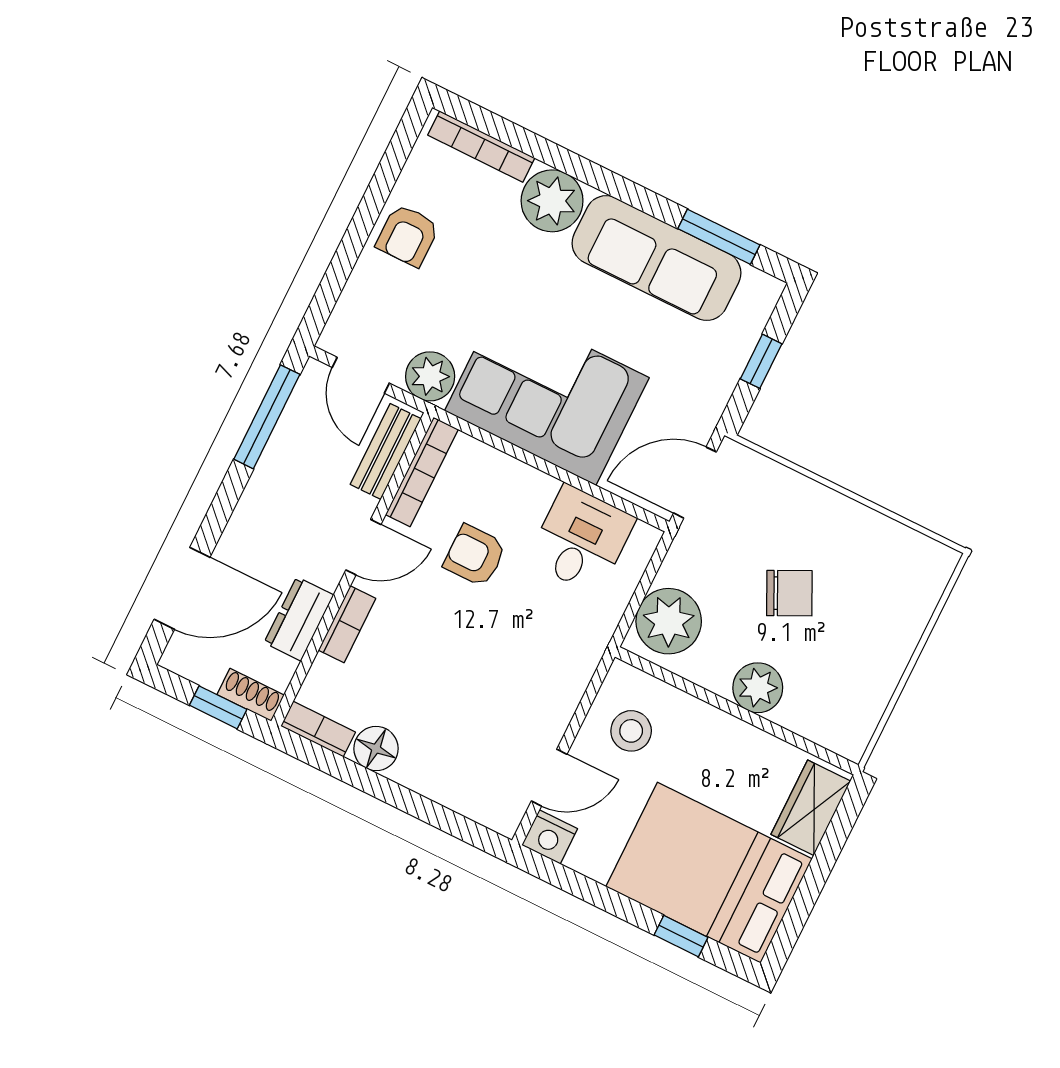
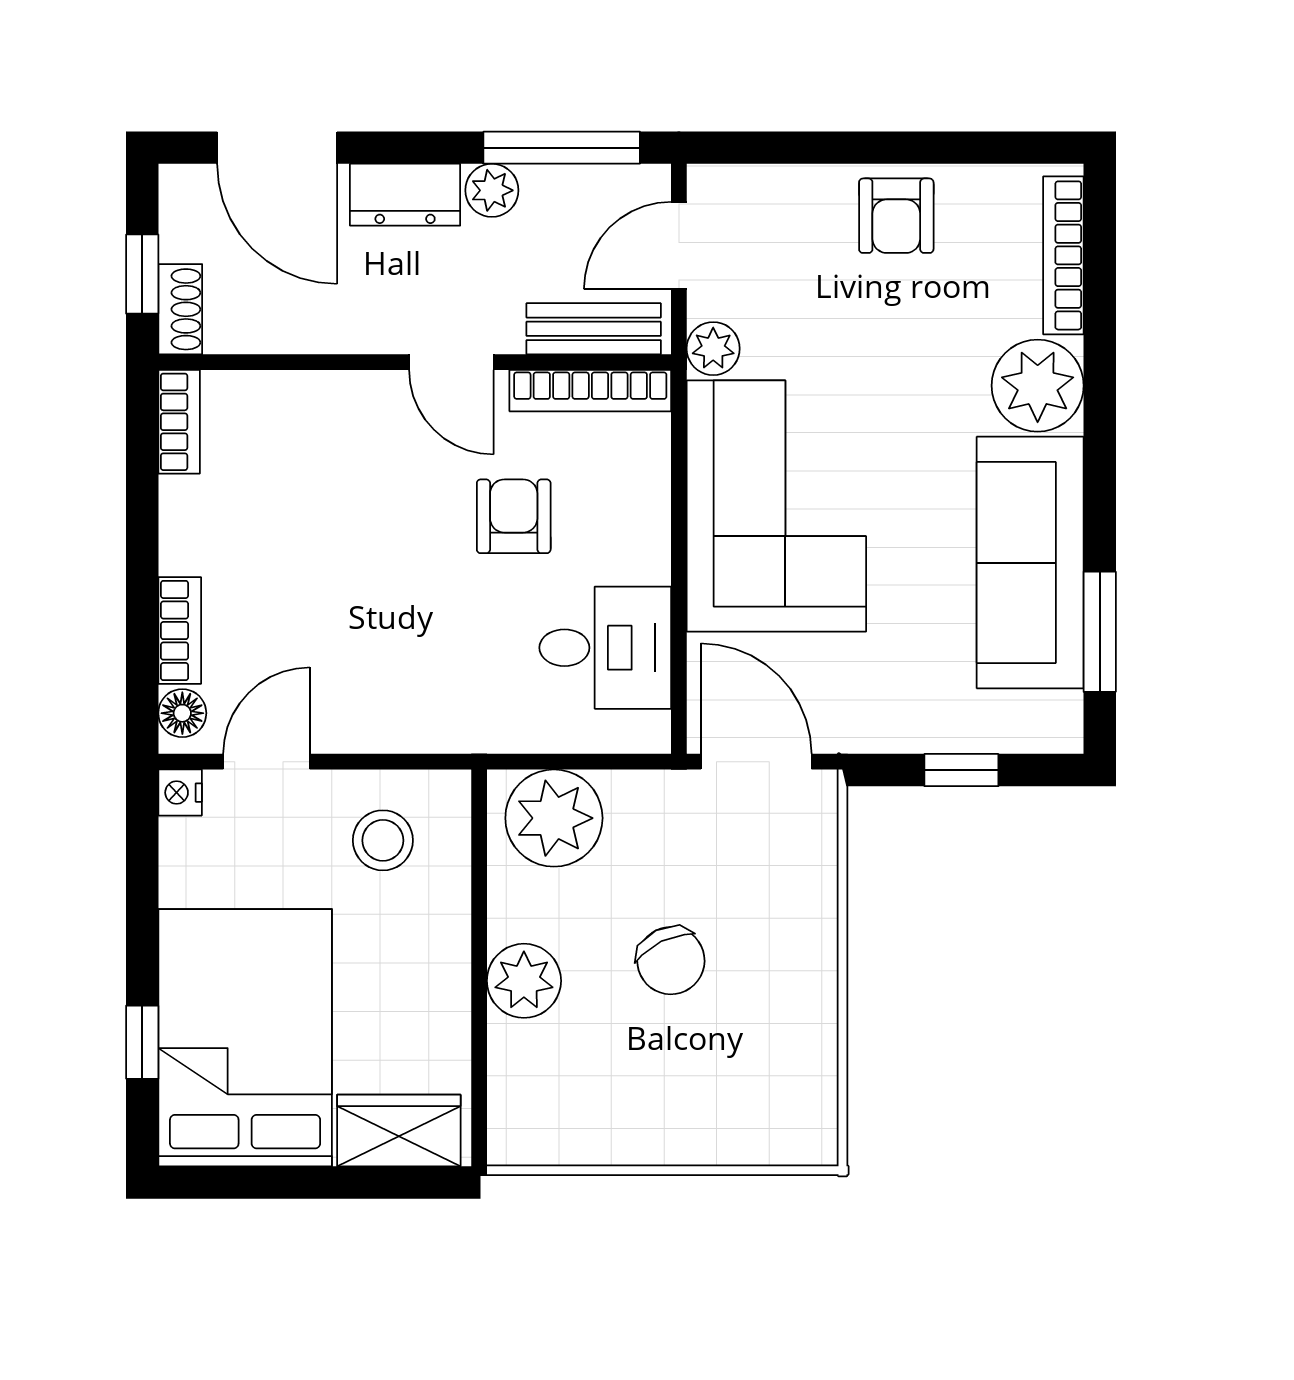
armchair: (408, 235) -> (896, 216), turned -90
plant: (430, 376) -> (713, 349), width x0.73, depth x0.73
plant: (272, 472) -> (492, 190), added
dresser: (299, 619) -> (405, 195), moved, turned 180
bookcase: (347, 624) -> (180, 631), moved, turned -90
floor lamp: (376, 749) -> (182, 713), moved, width x0.73, depth x0.73
door: (549, 778) -> (267, 762), swing flipped
nightstand: (550, 837) -> (180, 793), width x0.72, depth x0.74

